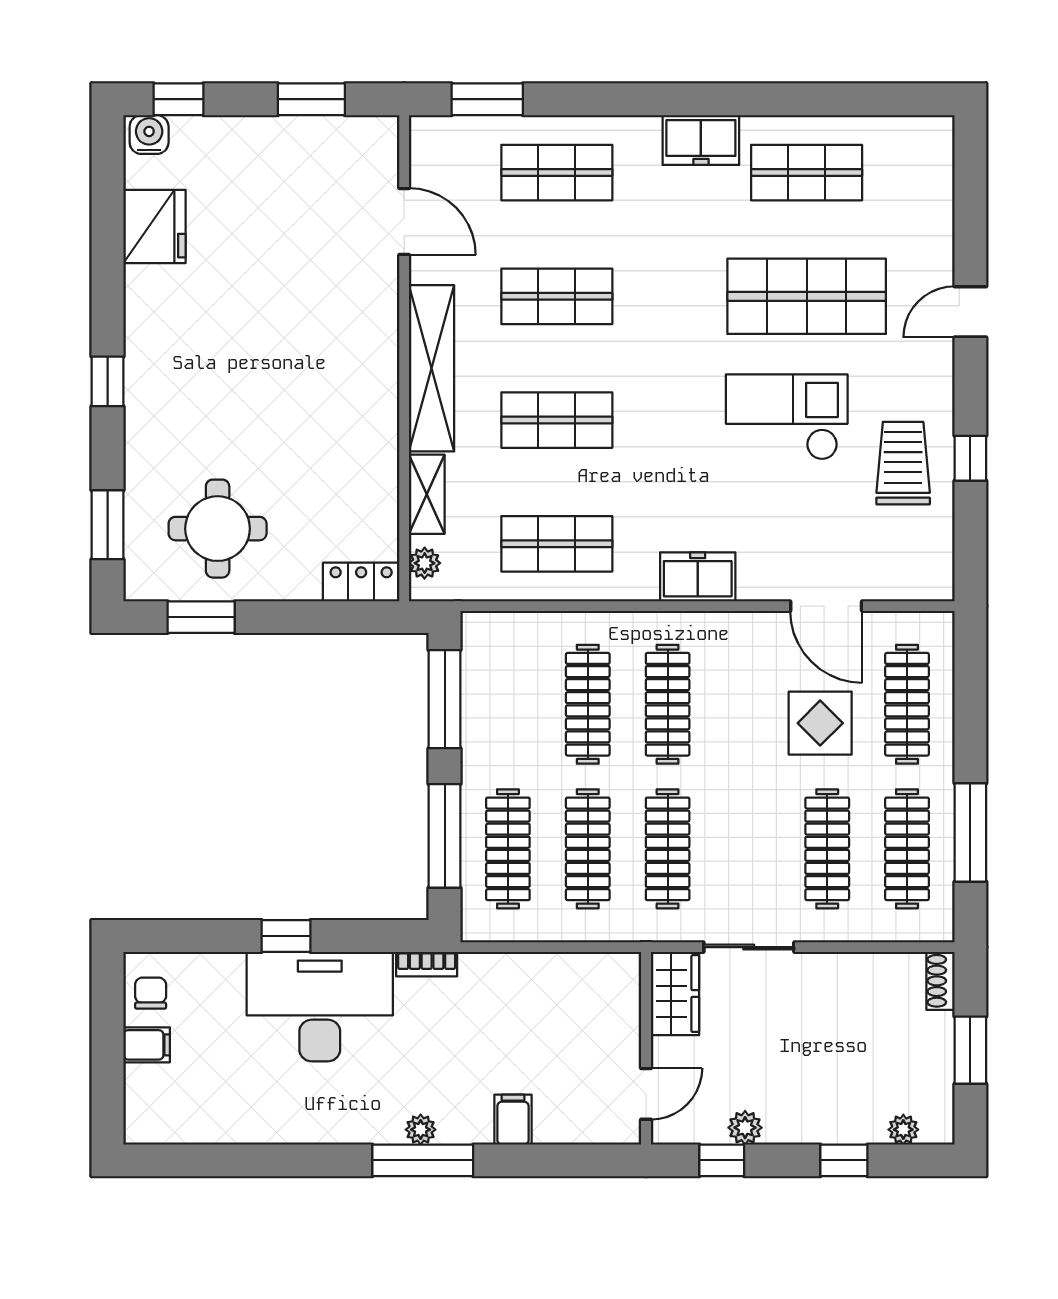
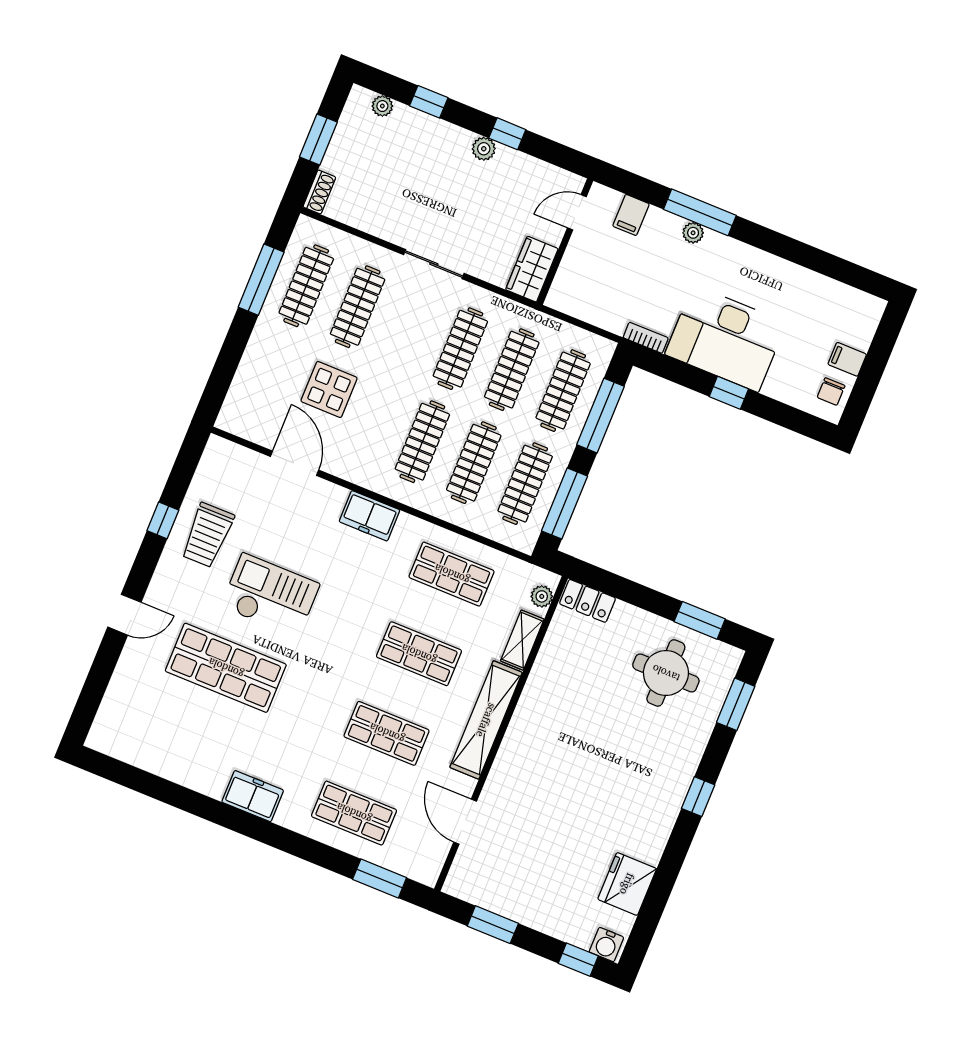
shop shelf: (807, 173) -> (193, 747), removed
checkout: (787, 417) -> (270, 595), turned 180
clothes rail: (907, 704) -> (525, 484), moved
wardrobe: (675, 994) -> (532, 269), moved
wall: (646, 1048) -> (565, 242), moved
door: (646, 1094) -> (577, 212), moved

